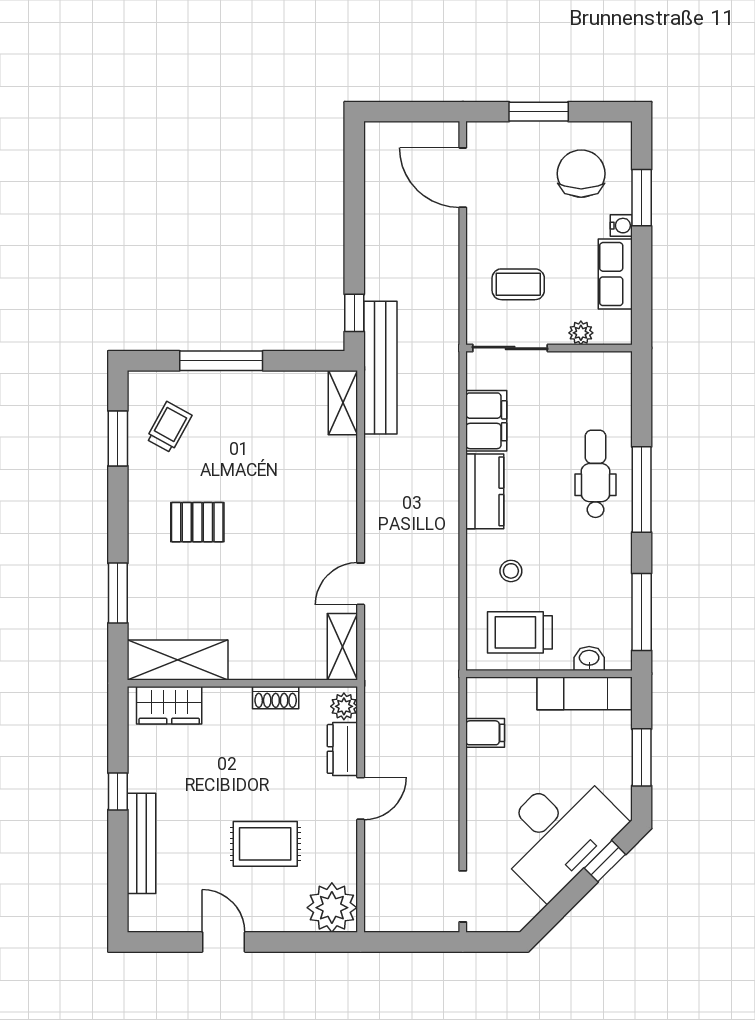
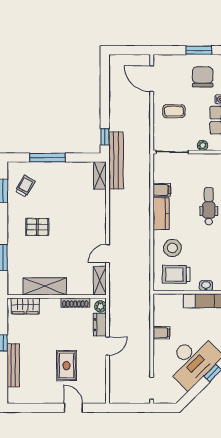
window: (539, 112) -> (199, 50), moved
coffee table: (518, 284) -> (174, 111), moved
filing cabinet: (486, 421) -> (162, 190), width x0.50
stool: (511, 571) -> (172, 248), width x1.89, depth x1.89
shelving: (178, 660) -> (45, 286), moved
shoe rack: (276, 698) -> (75, 303), width x1.43
filing cabinet: (485, 733) -> (161, 333), moved
rug: (265, 844) -> (67, 366), turned 90
plant: (332, 908) -> (95, 393), removed
door: (224, 942) -> (73, 408), moved

